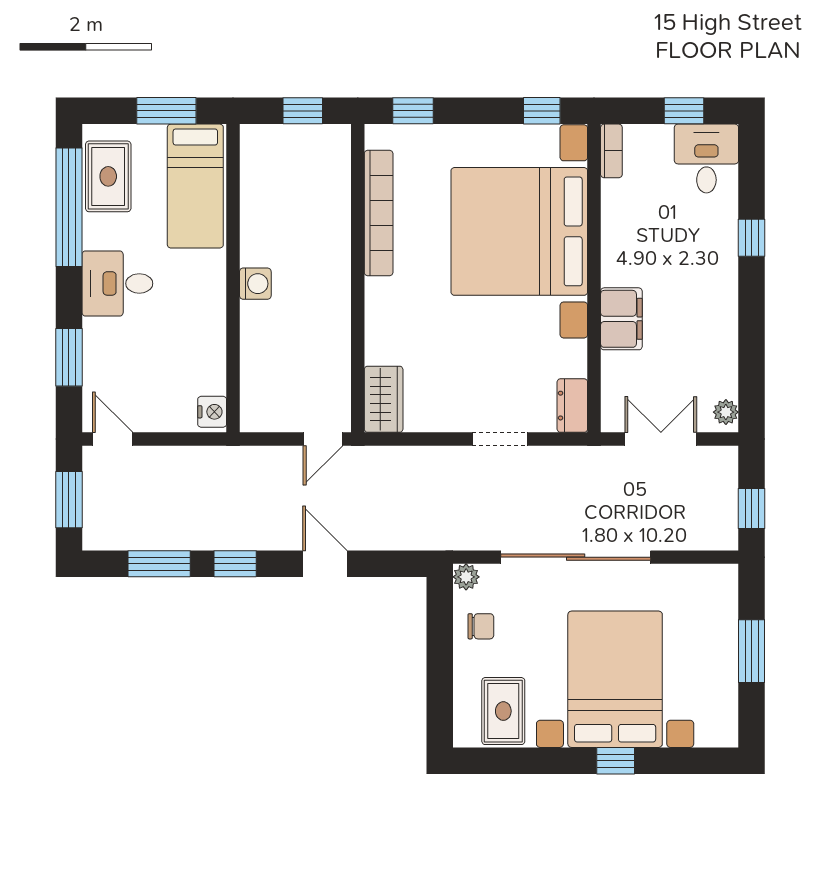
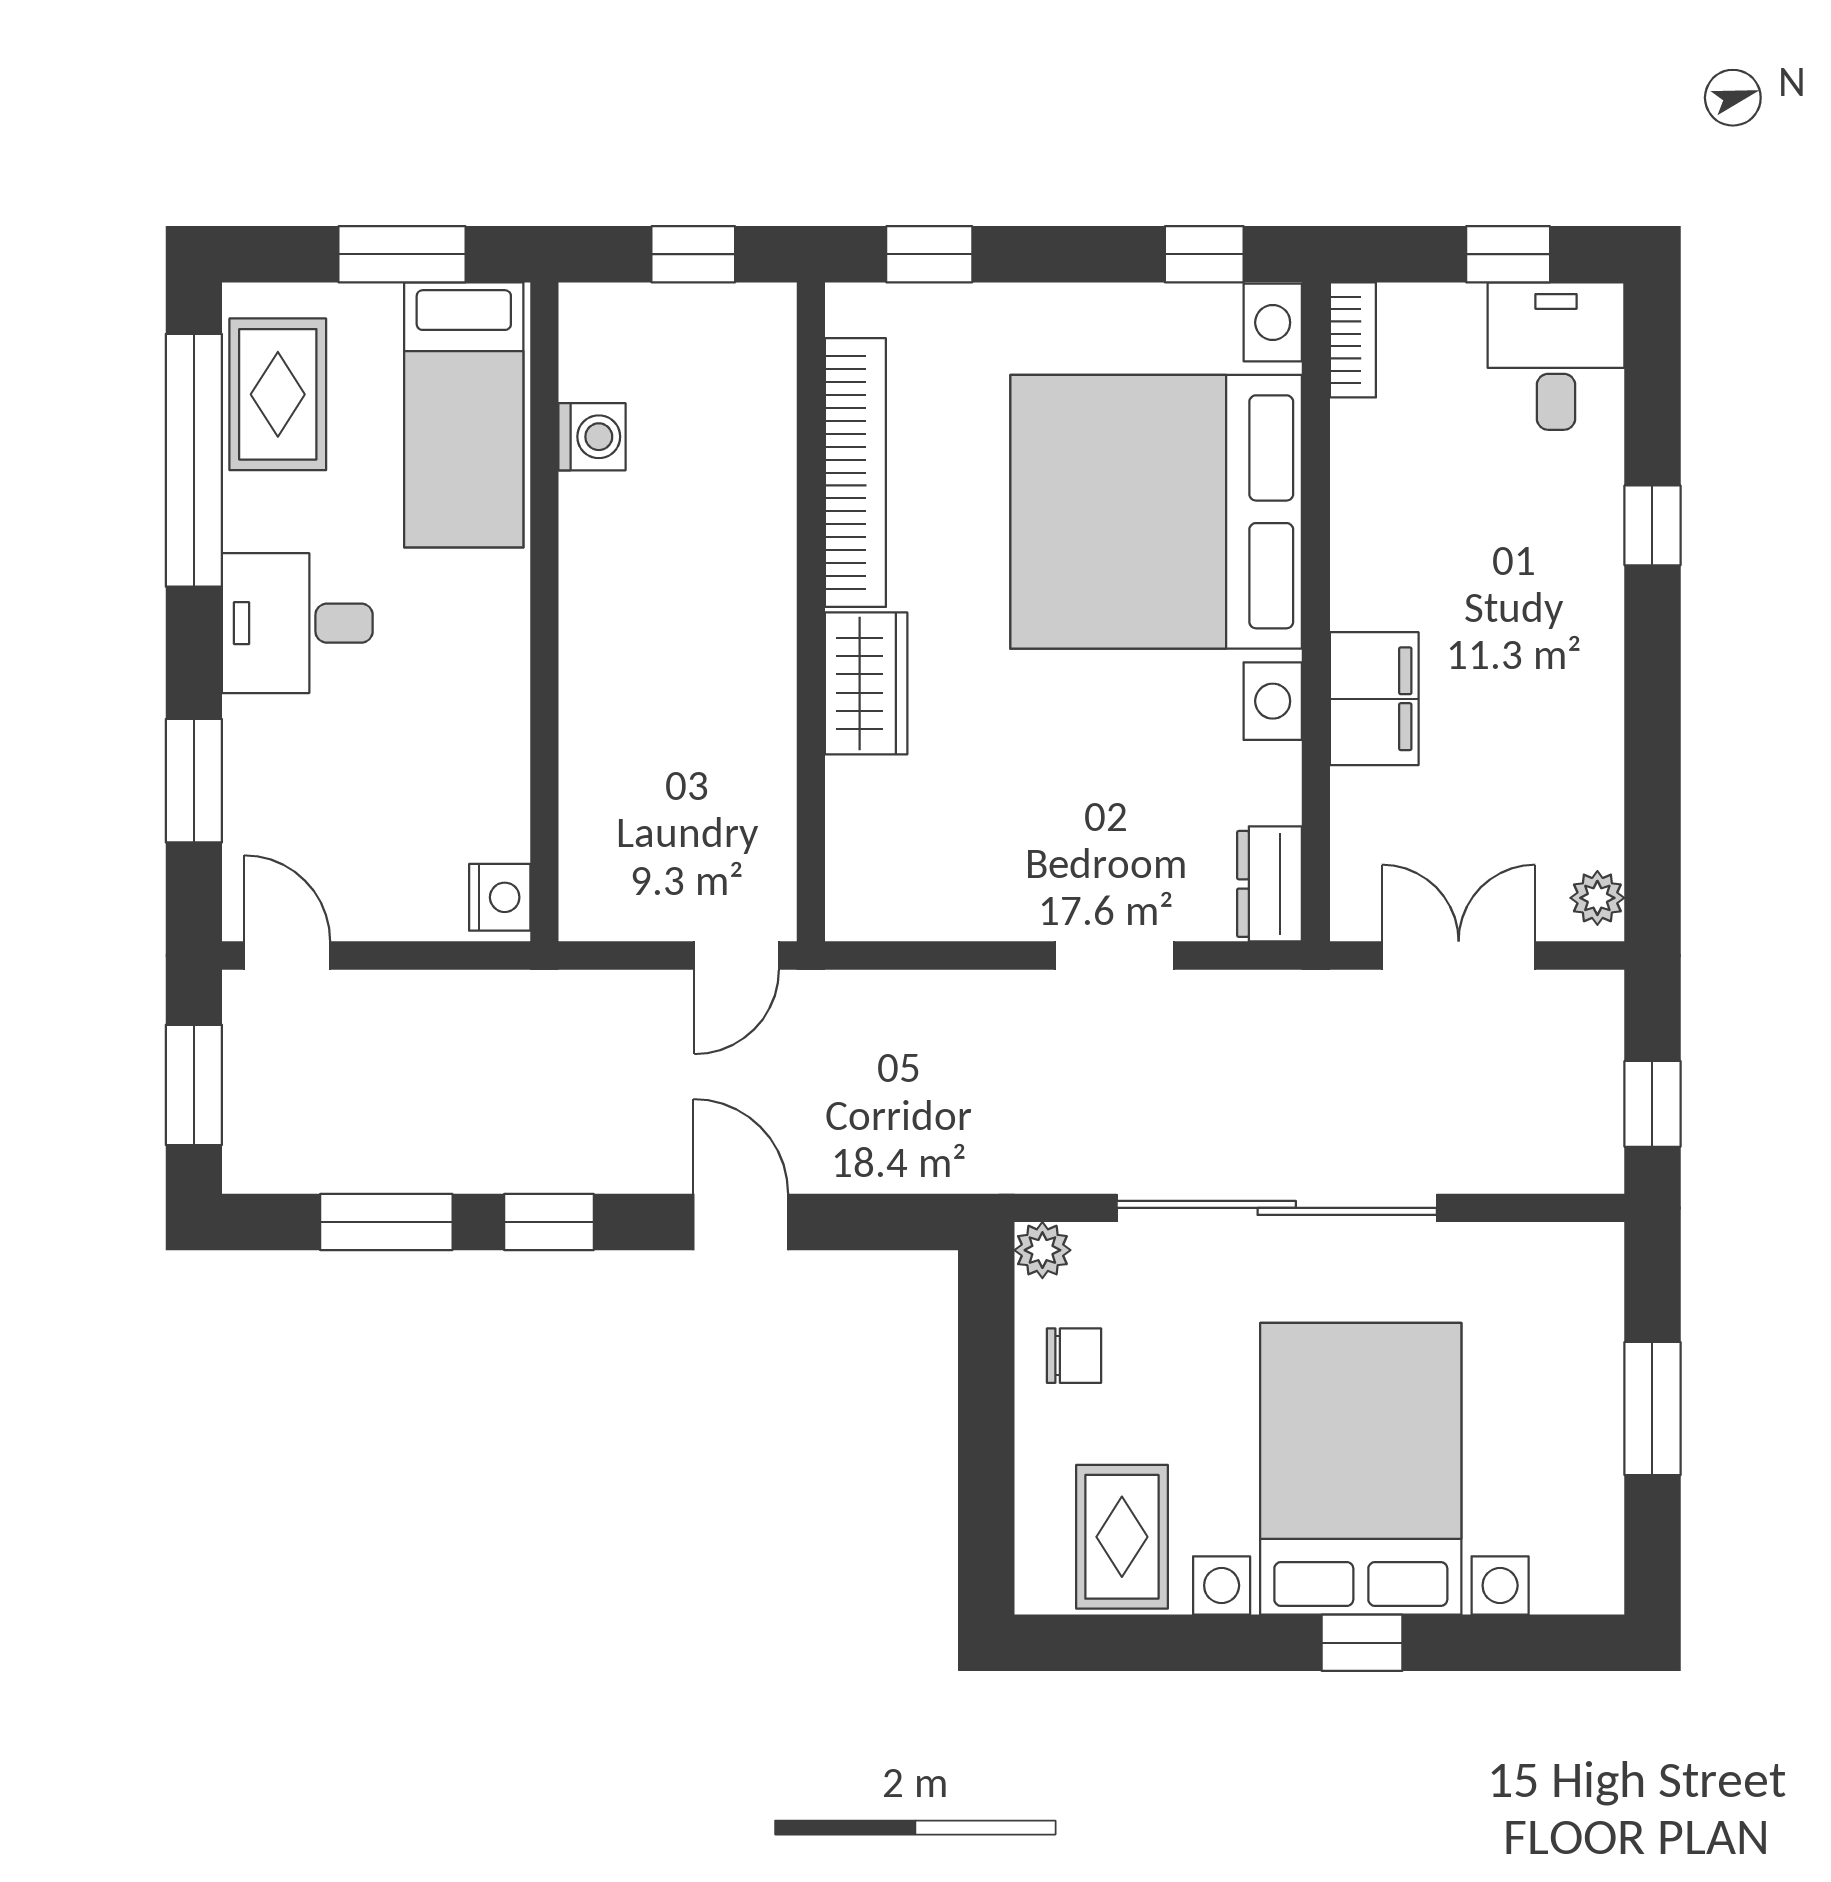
washing machine: (255, 284) -> (592, 437), moved
wardrobe: (384, 399) -> (866, 683), moved

